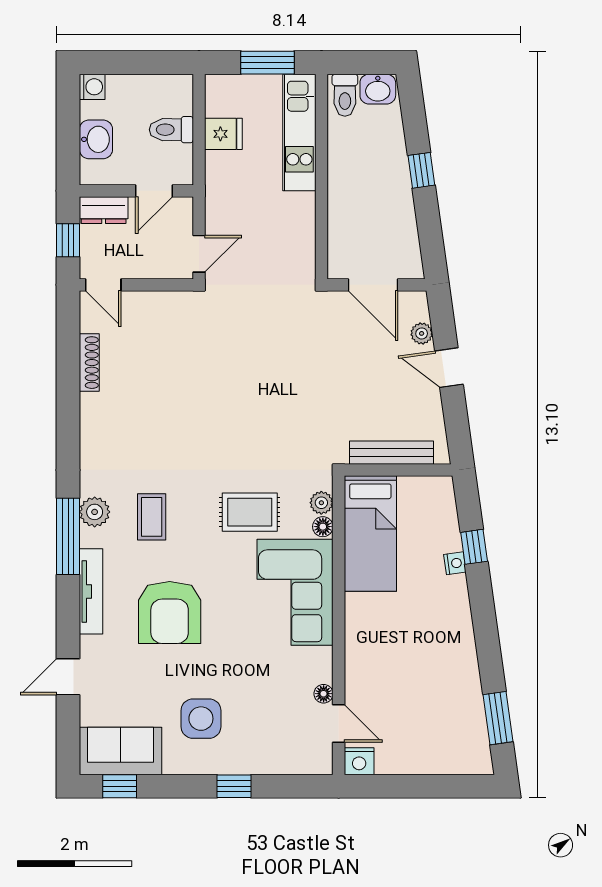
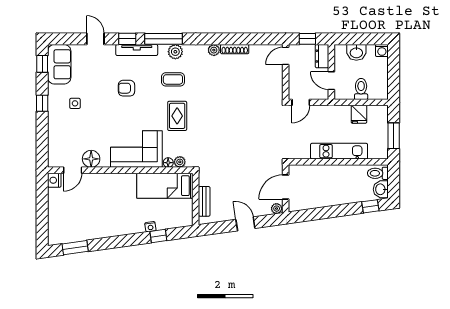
kitchen unit: (299, 132) -> (339, 151), moved
window: (421, 170) -> (370, 206), moved
door: (199, 254) -> (301, 102), hinge flipped
plant: (422, 333) -> (277, 209), moved
shoe rack: (89, 363) -> (235, 49), moved
door: (449, 368) -> (245, 224), hinge flipped
plant: (91, 433) -> (214, 50), added
bench: (392, 453) -> (204, 201), width x0.73
rug: (250, 512) -> (177, 116), moved
window: (68, 611) -> (127, 39), added
armchair: (170, 613) -> (126, 88), width x0.53, depth x0.53
floor lamp: (324, 694) -> (91, 159), width x1.89, depth x1.89
side table: (201, 719) -> (75, 103), width x0.54, depth x0.54
window: (234, 786) -> (42, 103), moved

